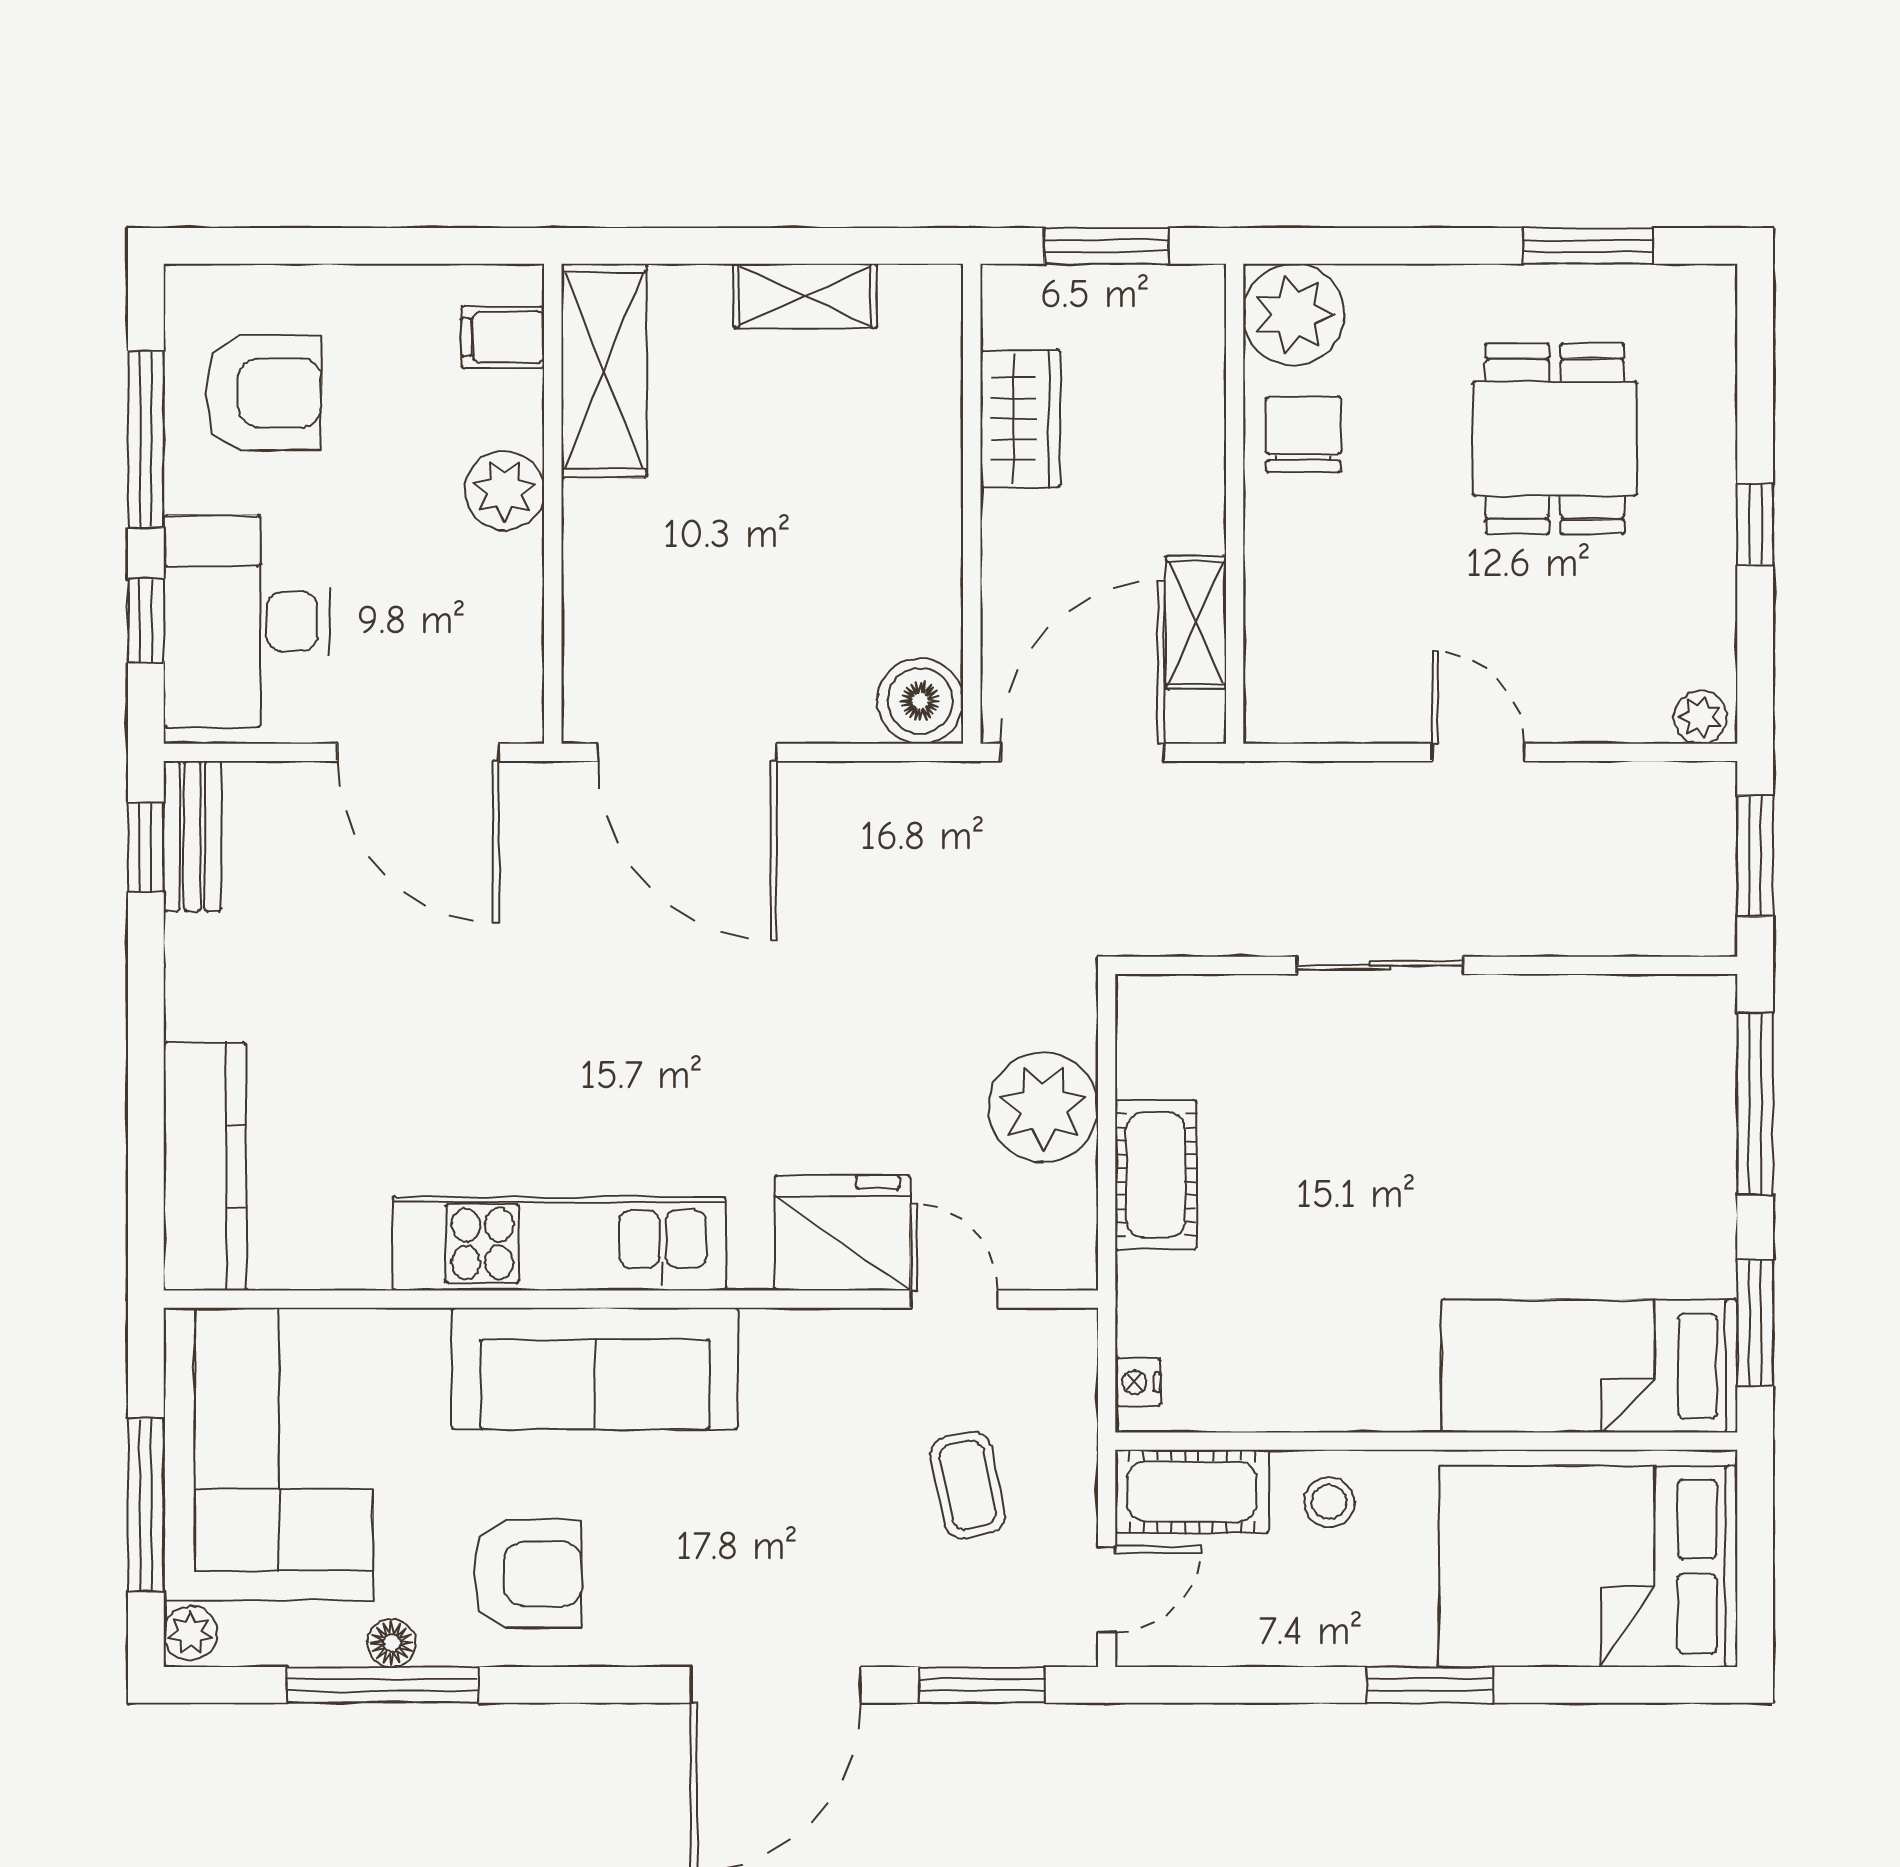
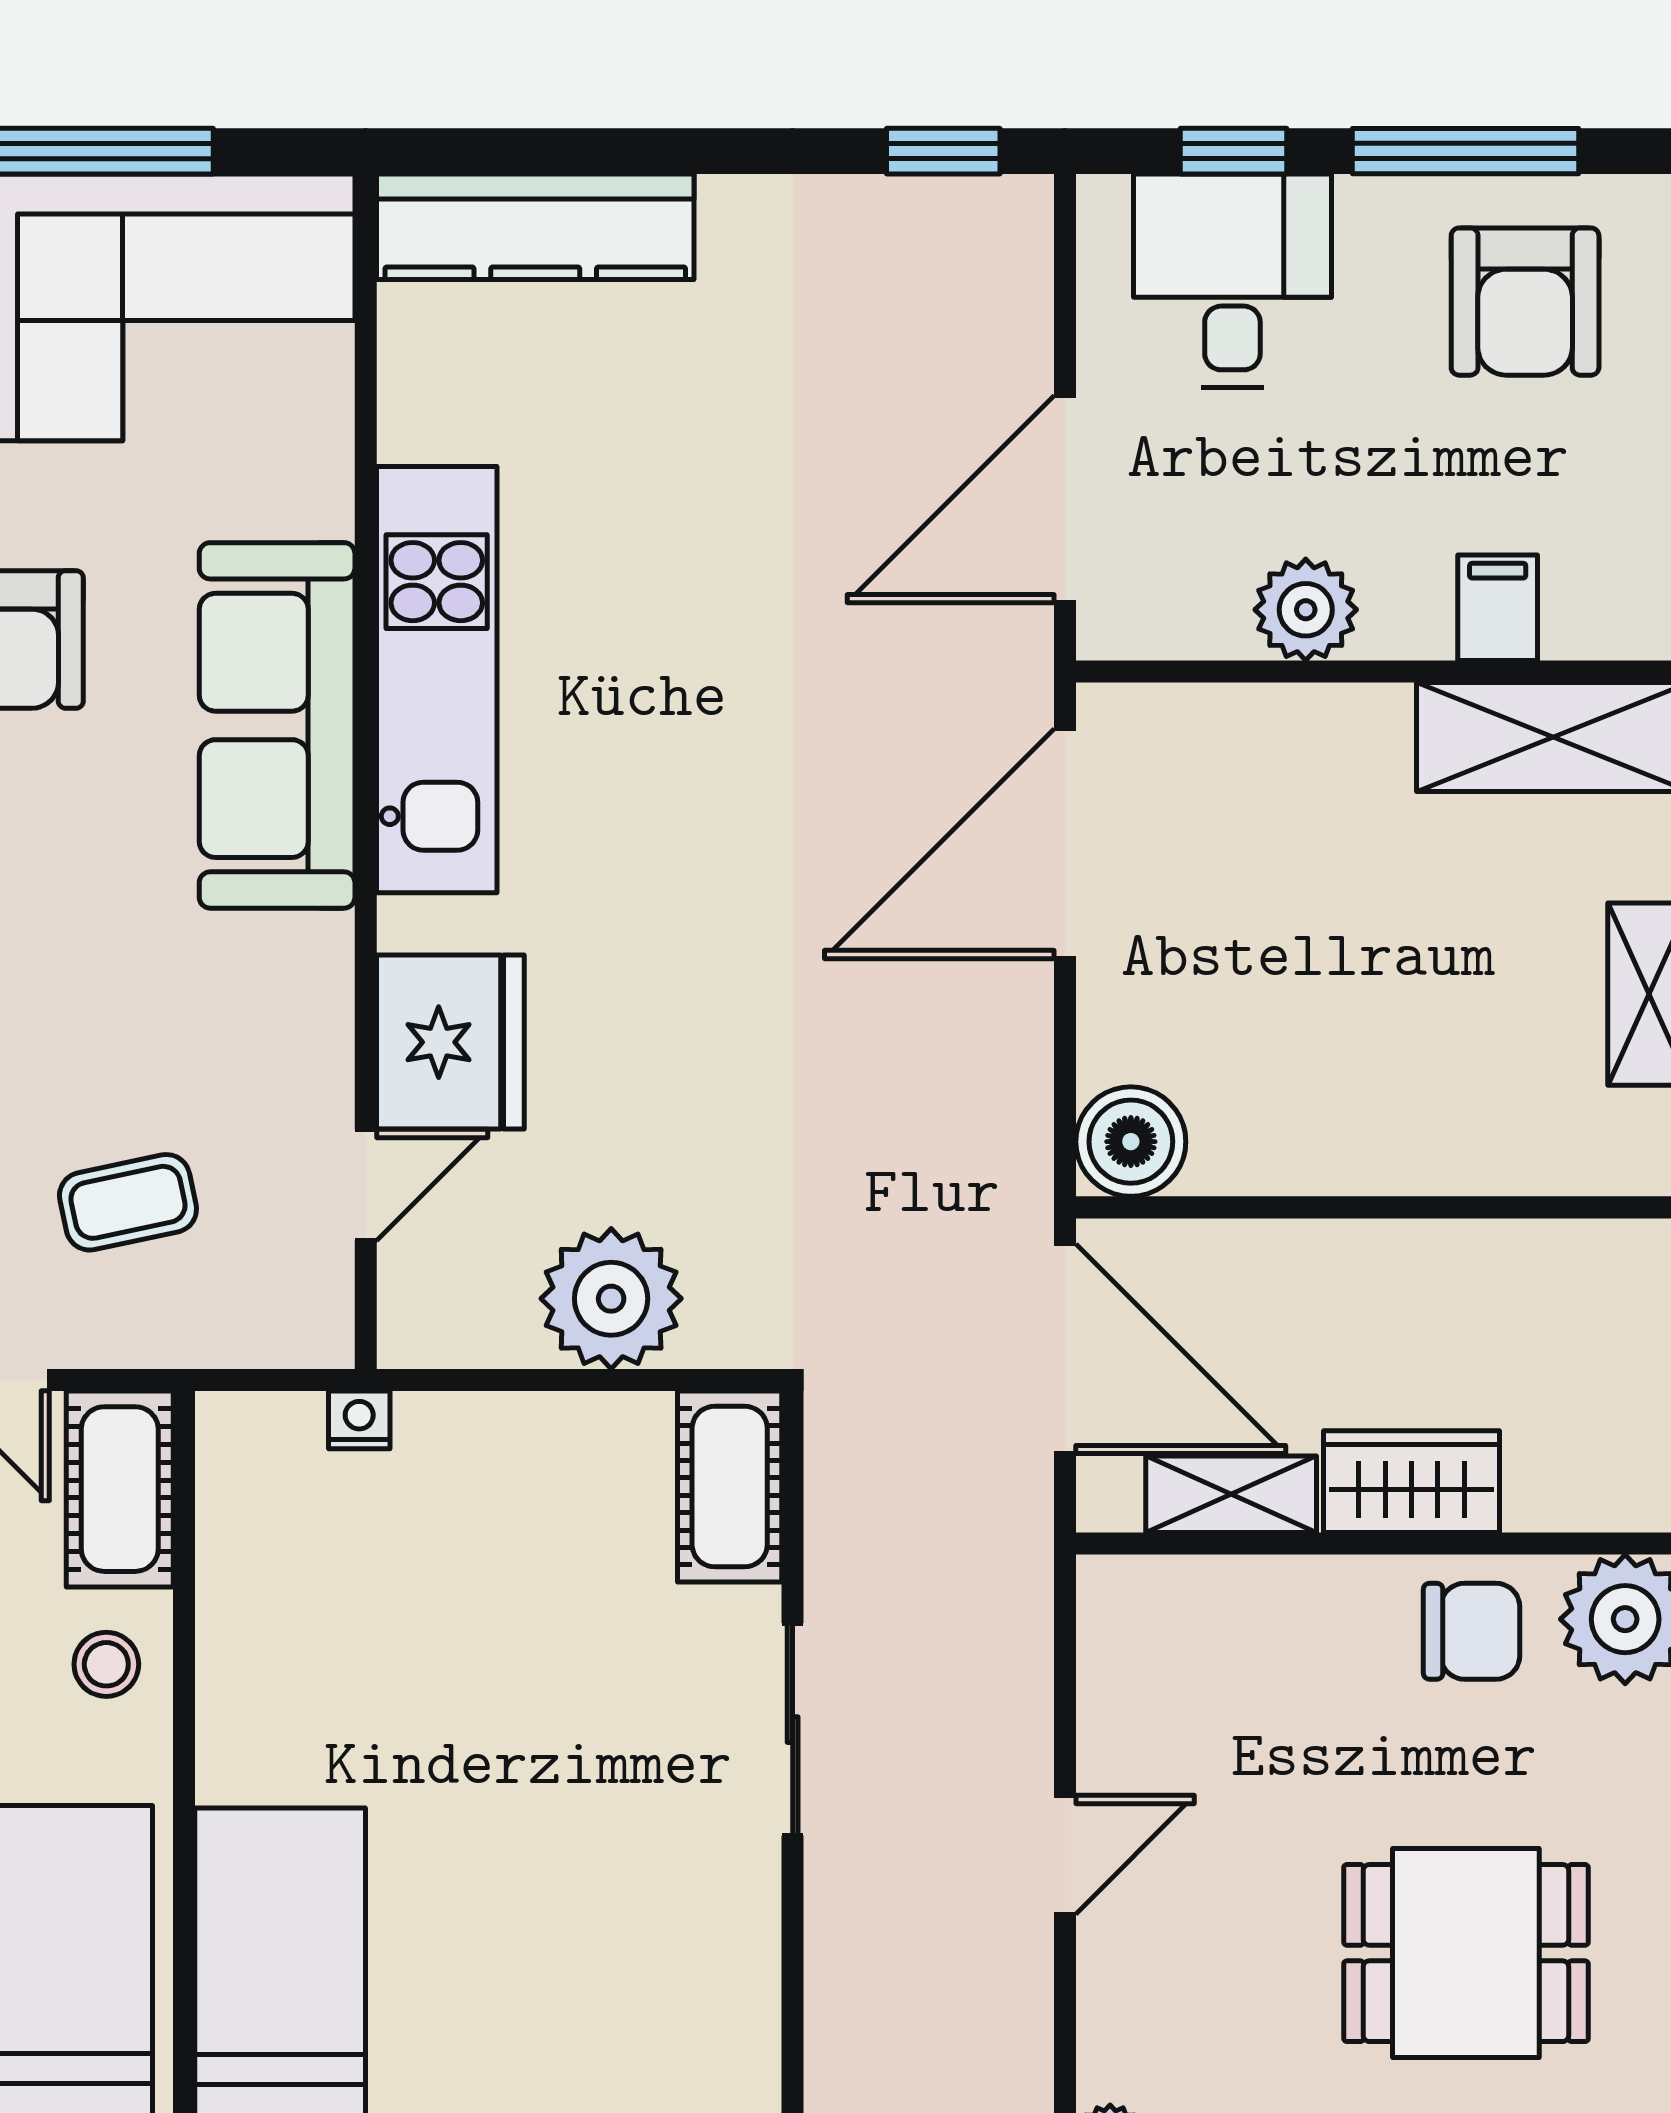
filing cabinet: (503, 337) -> (1498, 608), moved
wardrobe: (1020, 419) -> (1412, 1482), moved, turned 180
plant: (504, 491) -> (1306, 610), moved
desk: (247, 621) -> (1232, 280), width x0.73
bench: (192, 836) -> (958, 211), removed
cot: (1156, 1175) -> (730, 1487), moved, turned 90
nightstand: (1138, 1382) -> (359, 1420), moved

